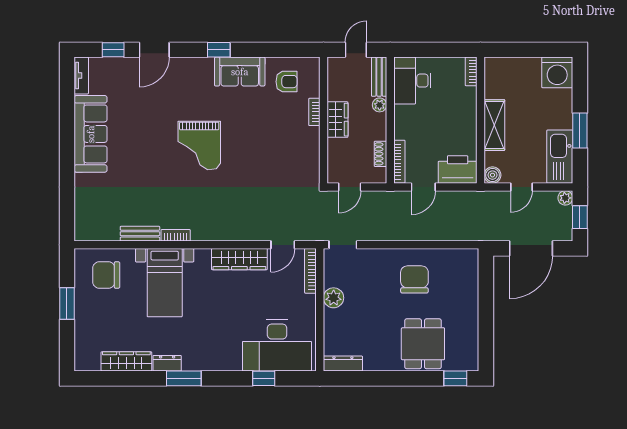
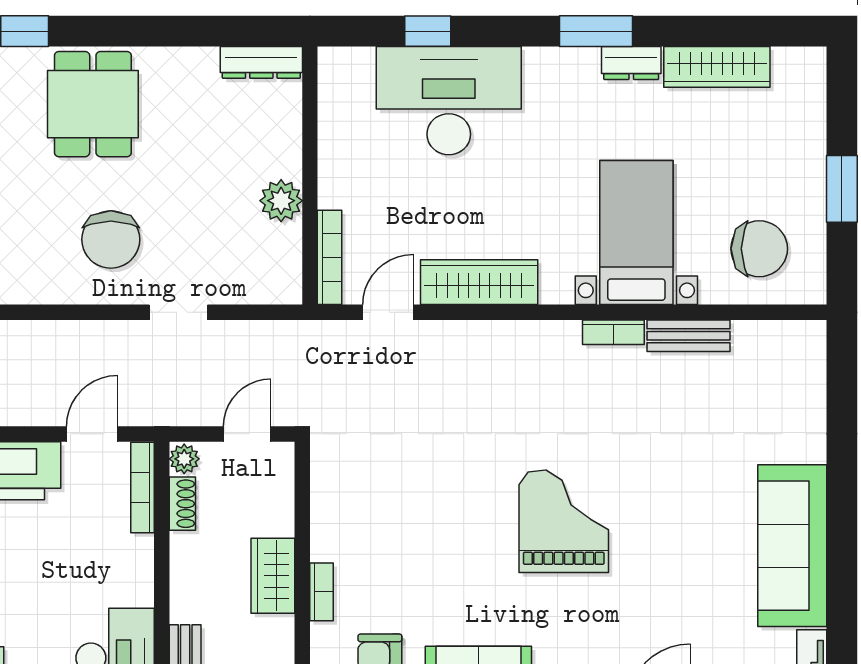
plant: (380, 105) -> (184, 459), moved
doorway: (343, 245) -> (178, 312), moved
desk: (277, 345) -> (449, 101), moved

